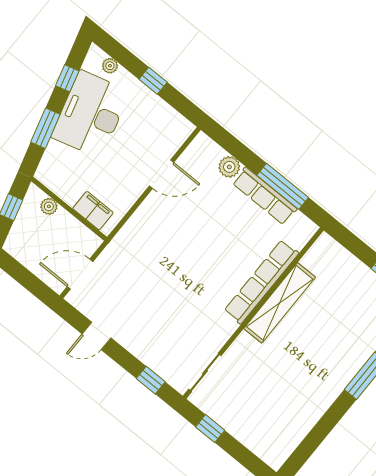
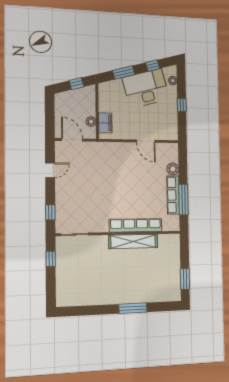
plant: (49, 206) -> (91, 121), moved
door: (96, 336) -> (50, 170), swing flipped

